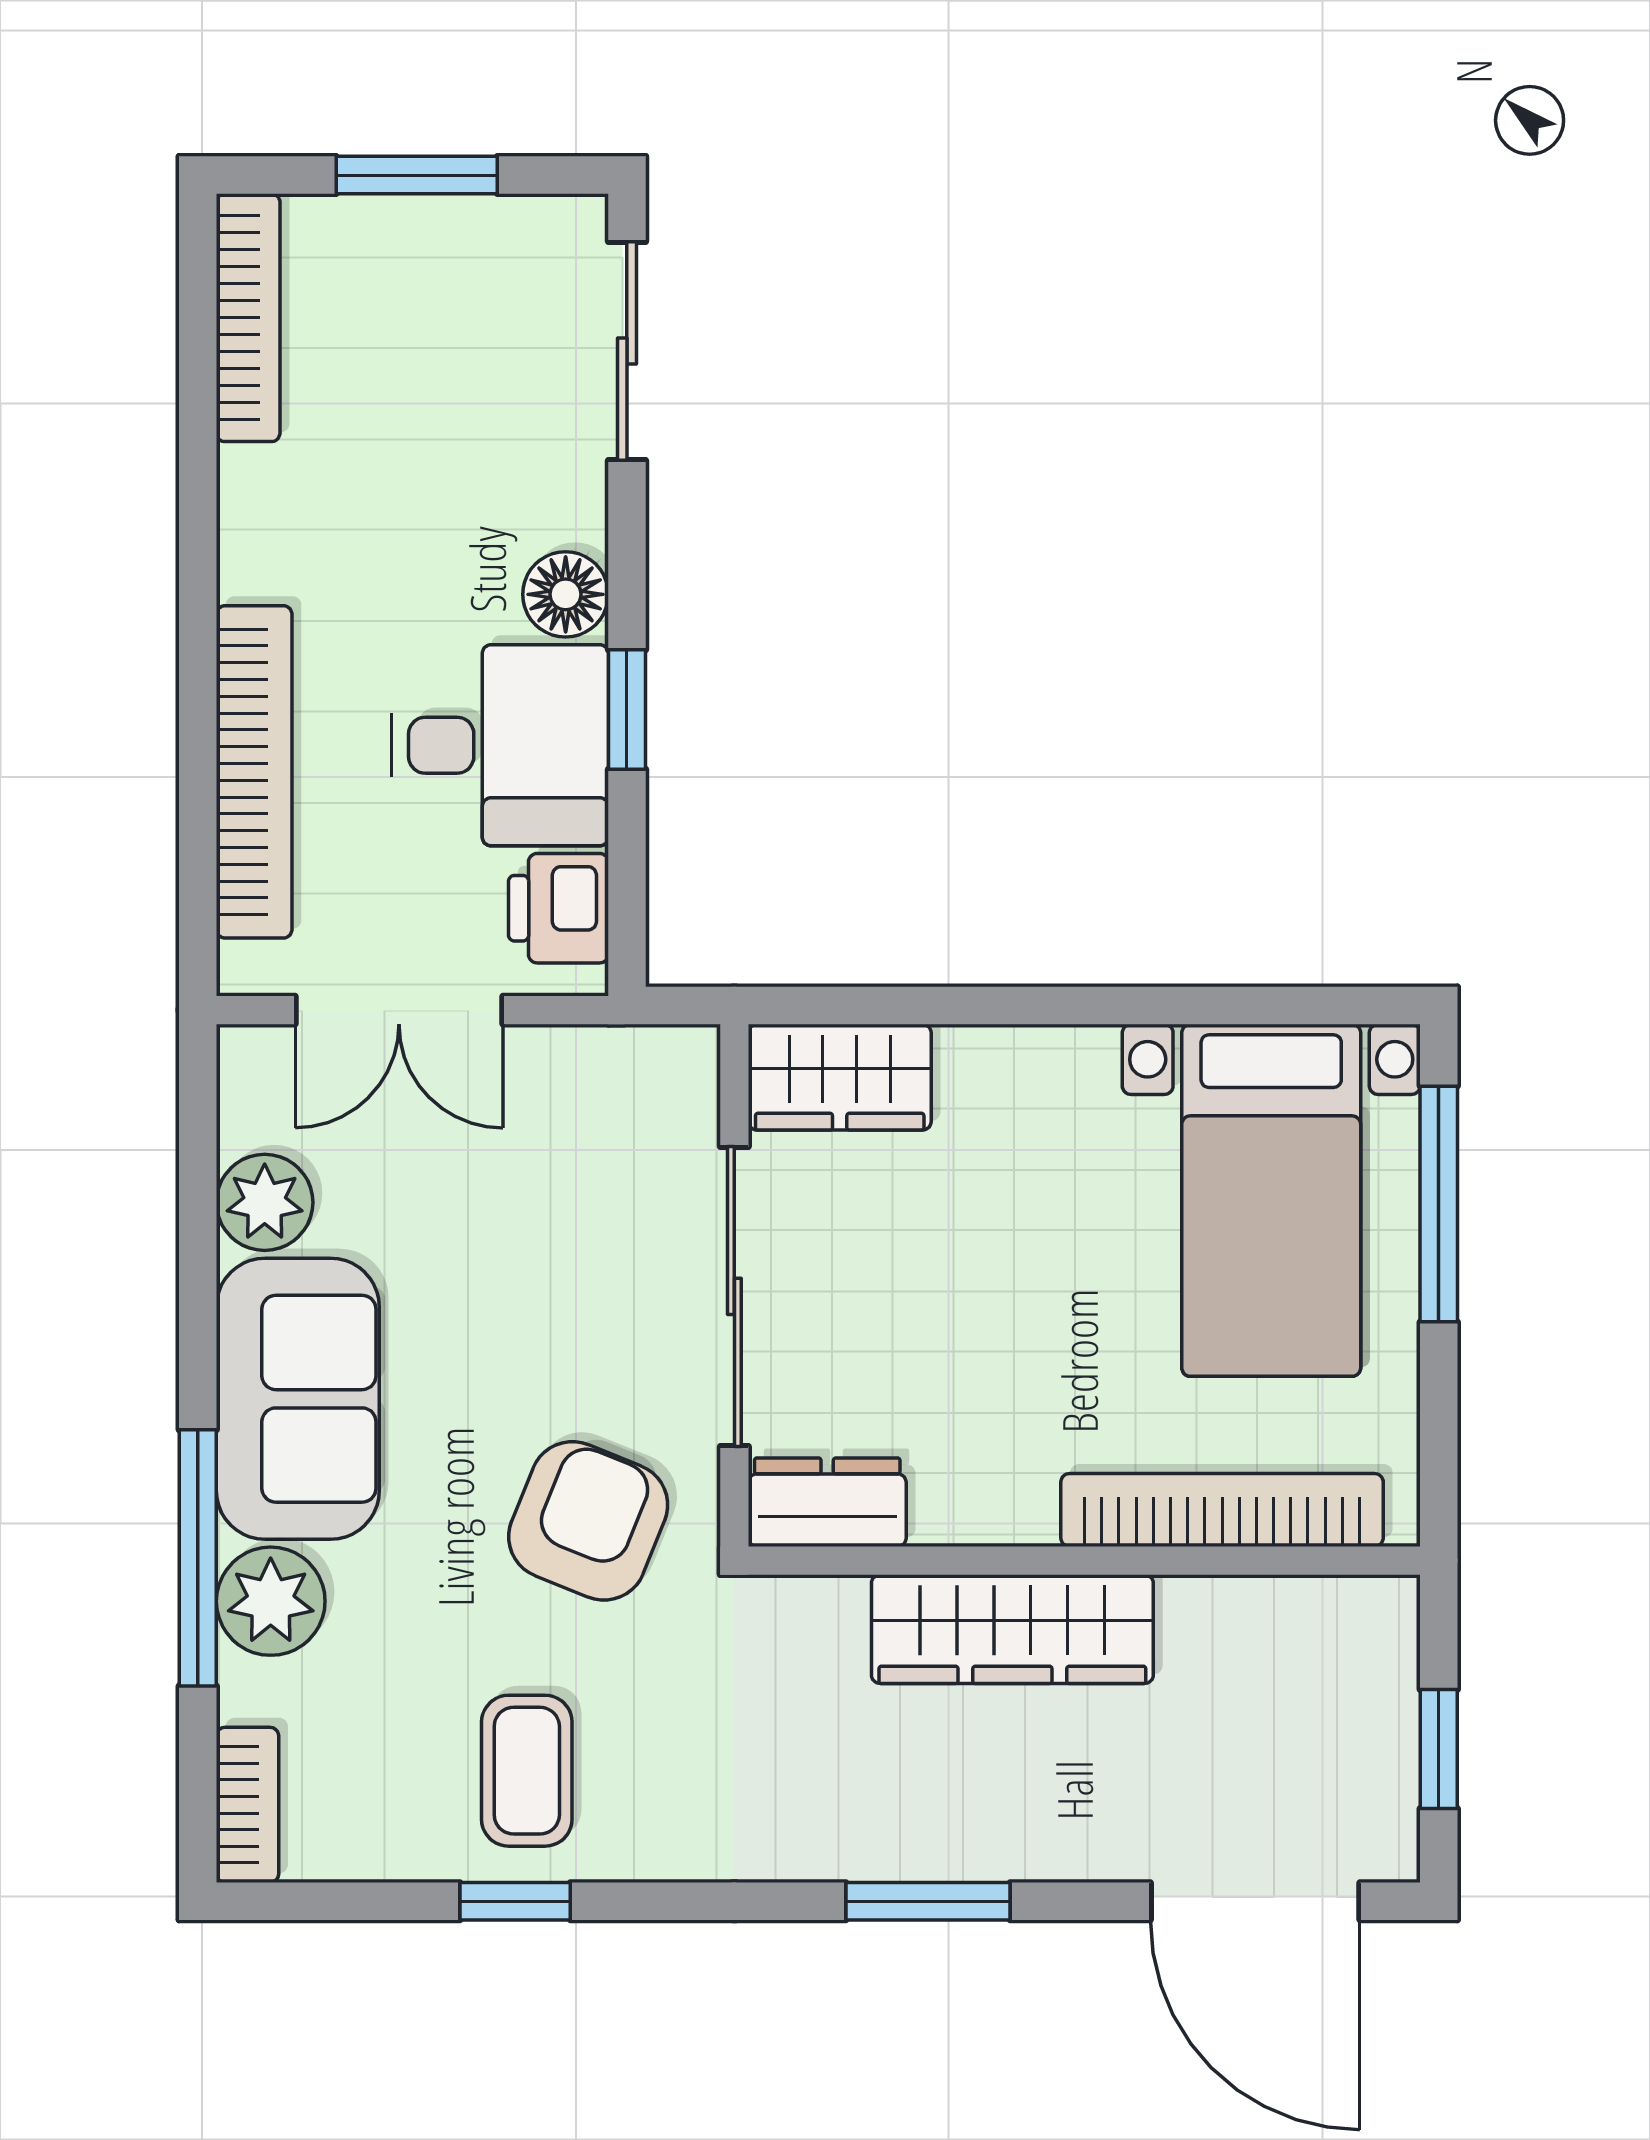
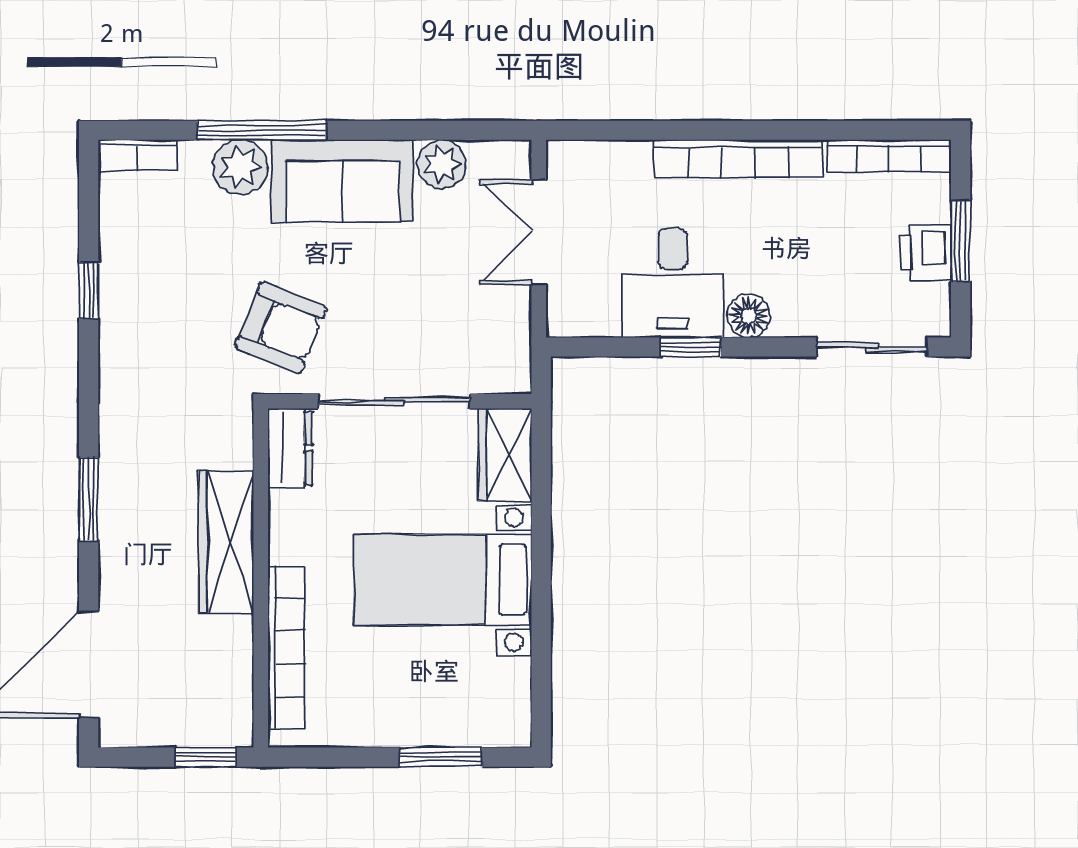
bookcase: (254, 772) -> (738, 159), moved
printer: (558, 908) -> (926, 253), moved, turned -90
bed with nightstands: (1271, 1200) -> (443, 580), moved
window: (1439, 1204) -> (441, 757), width x0.69
window: (1439, 1749) -> (206, 757), moved
coffee table: (527, 1771) -> (155, 296), removed

